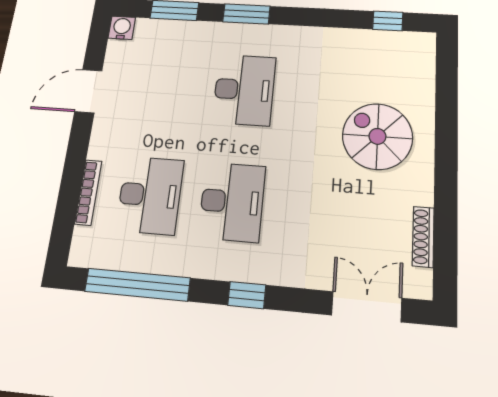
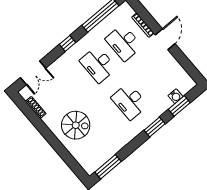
window: (388, 21) -> (108, 167), width x2.17
water cooler: (122, 28) -> (175, 96), moved
door: (88, 91) -> (165, 39), moved

